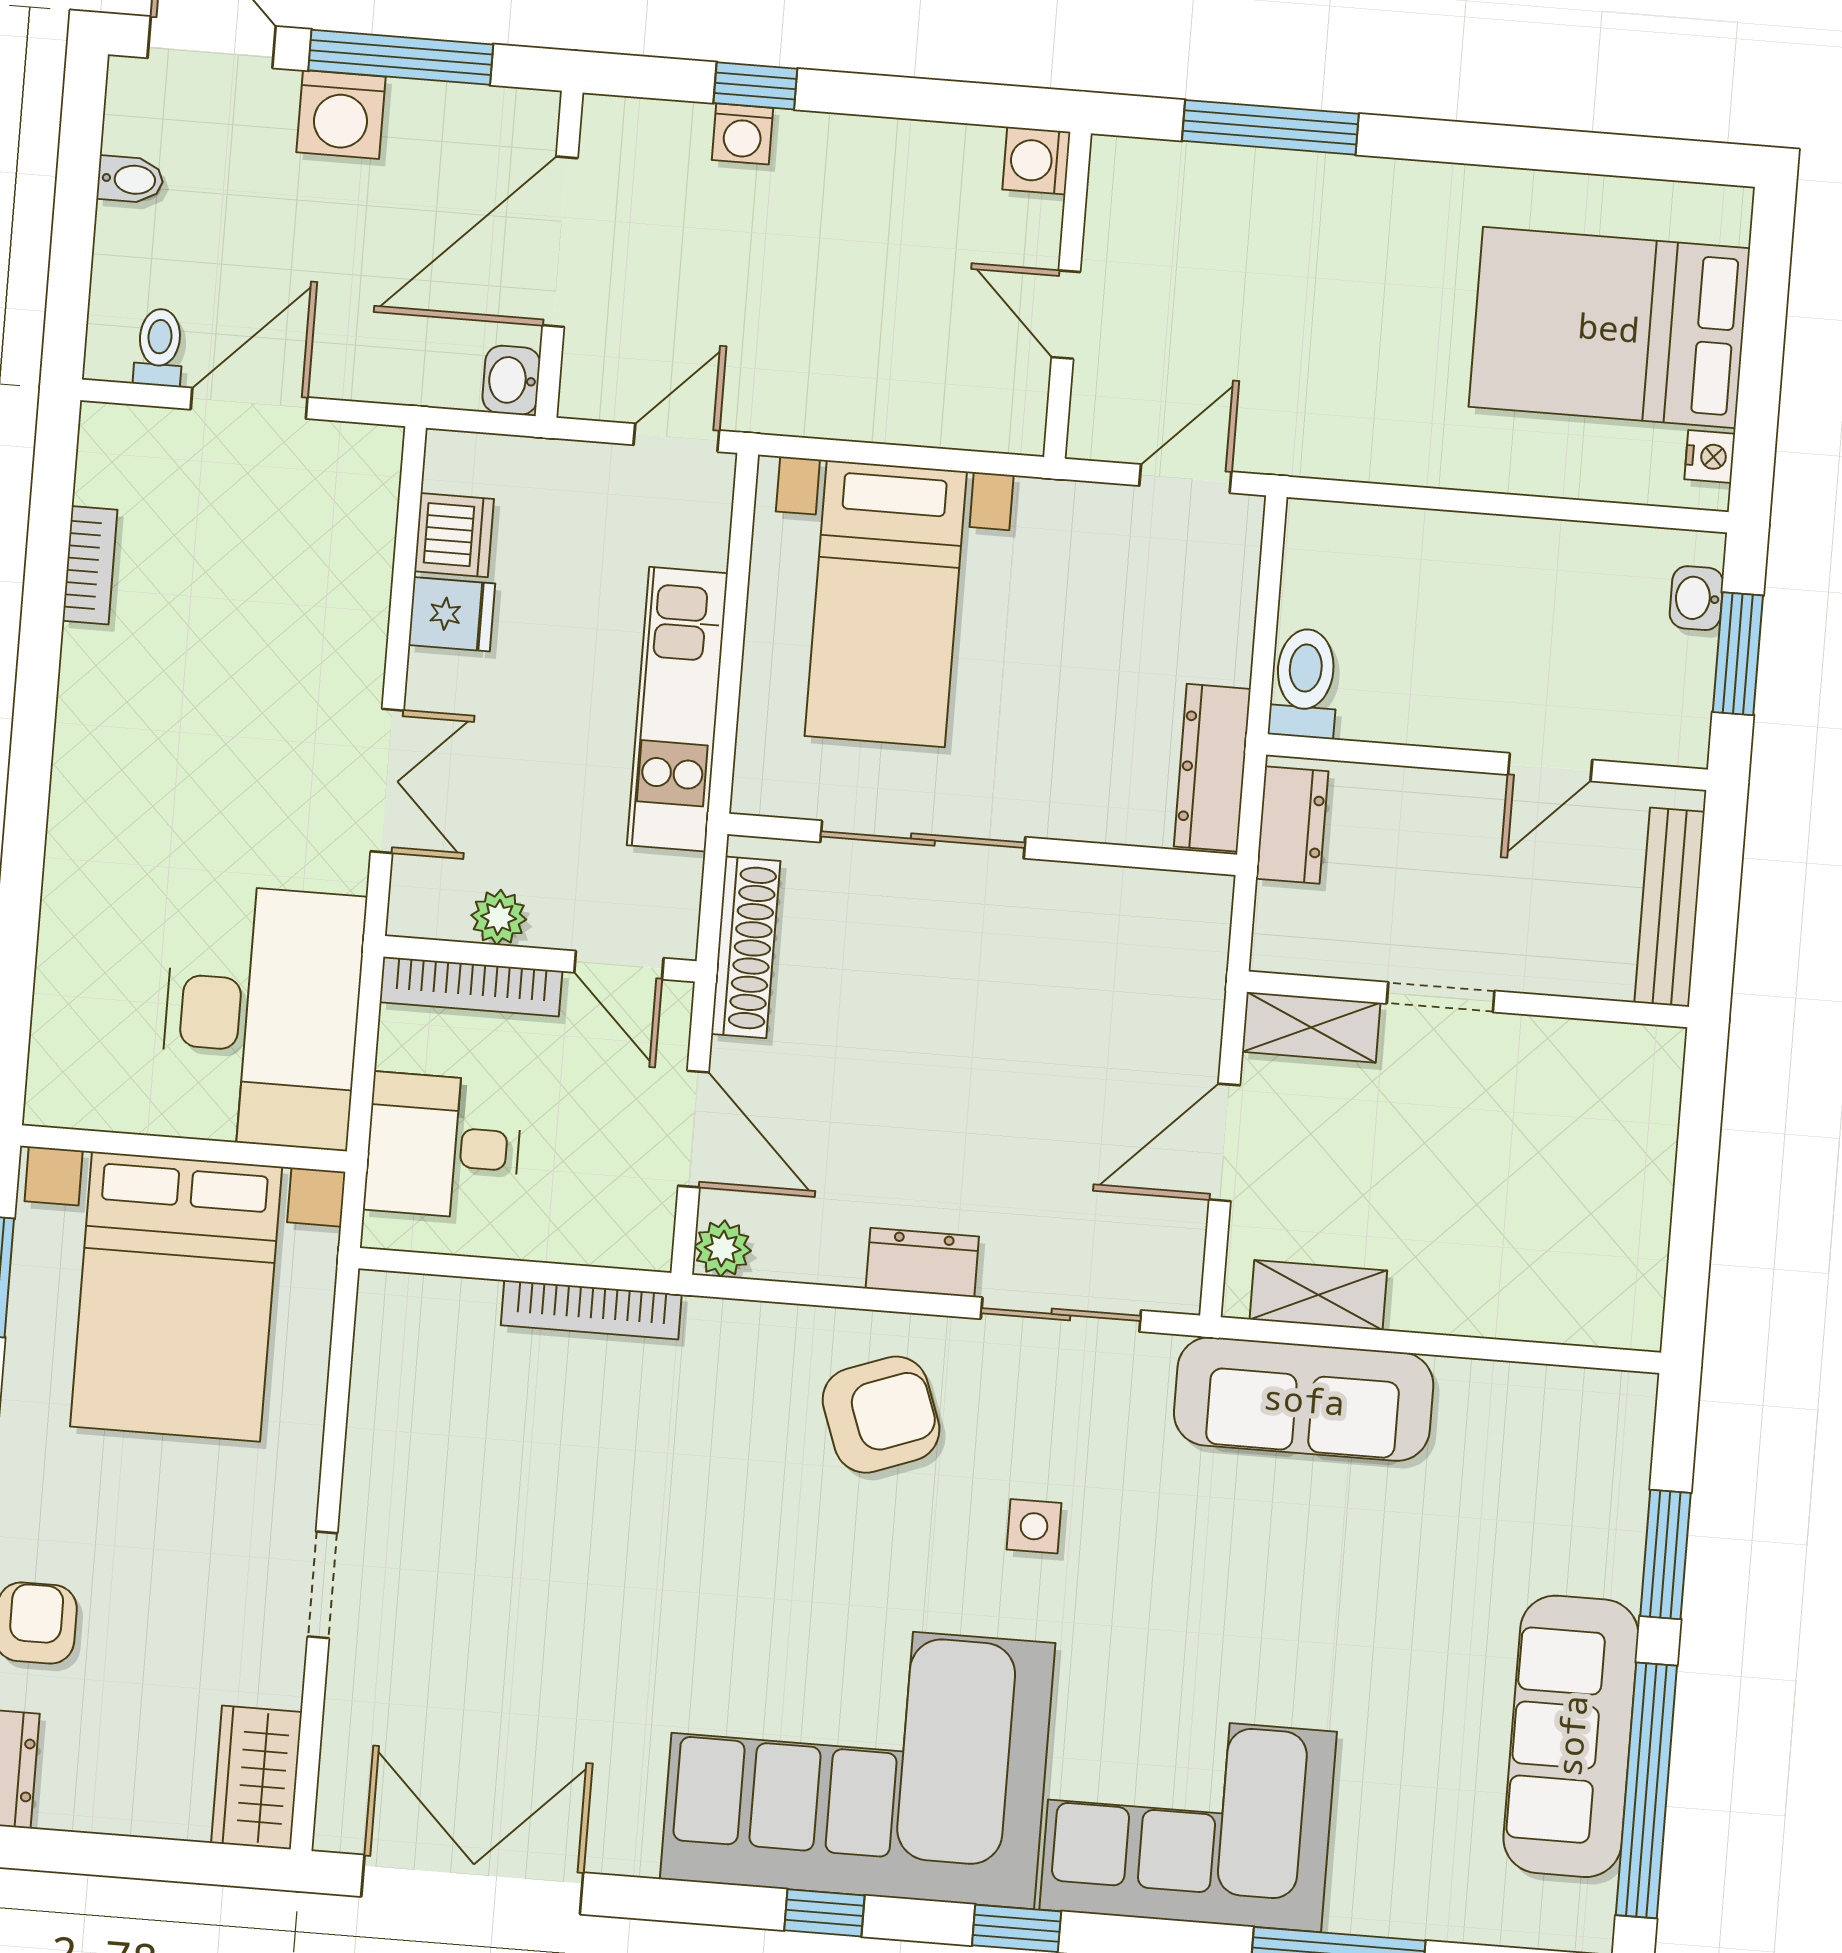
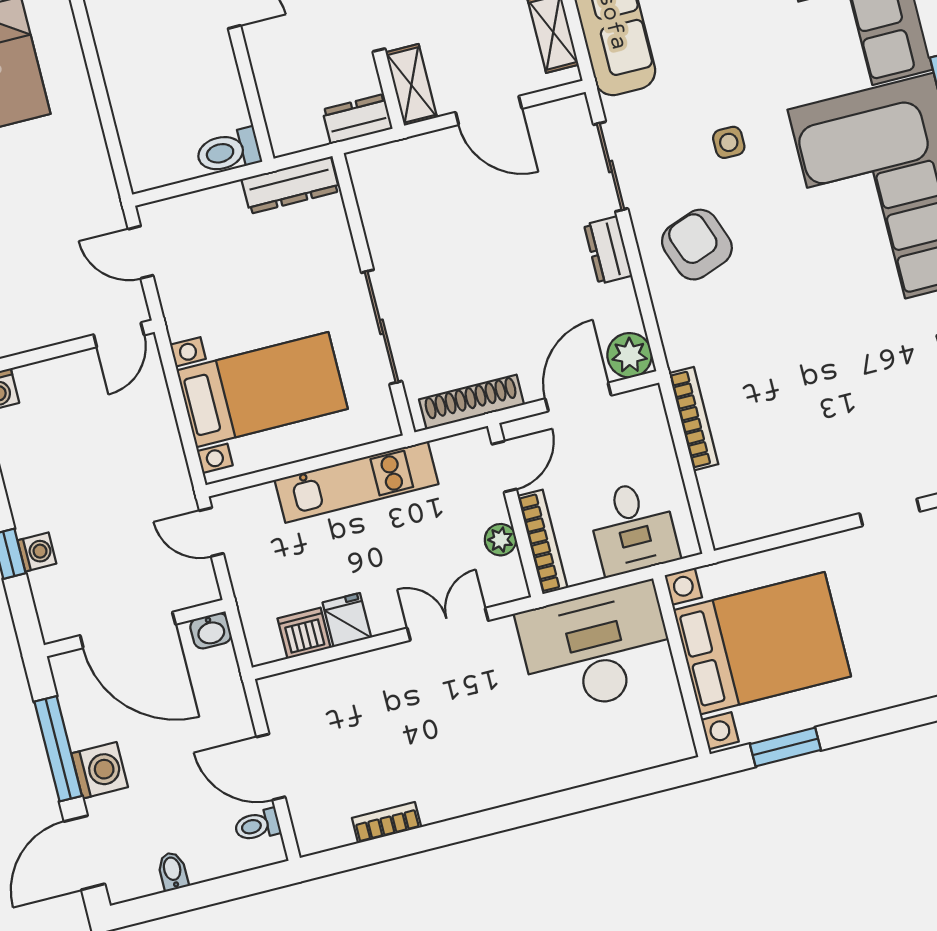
door: (1066, 315) -> (119, 335), moved
dresser: (1292, 825) -> (357, 119), moved
plant: (723, 1249) -> (630, 355), width x1.38, depth x1.38

